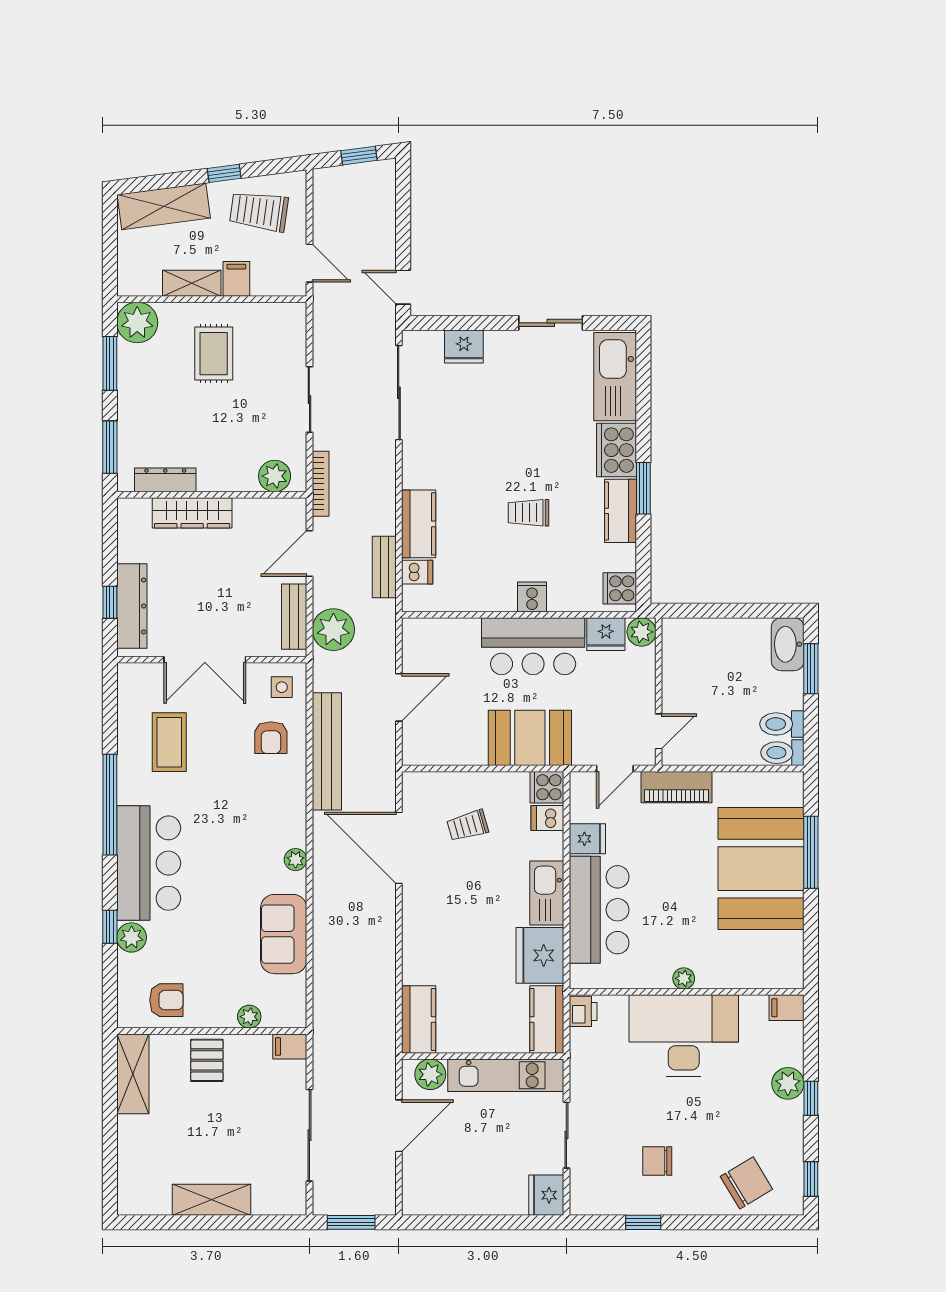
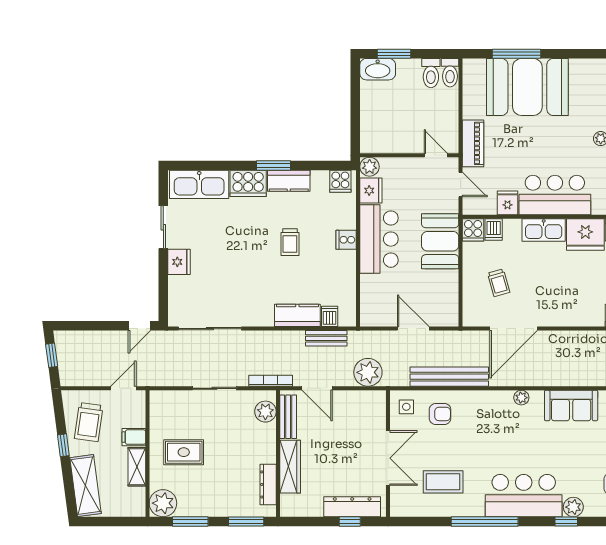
fridge: (464, 347) -> (179, 262), moved
bench: (294, 617) -> (288, 417), moved, turned 90

